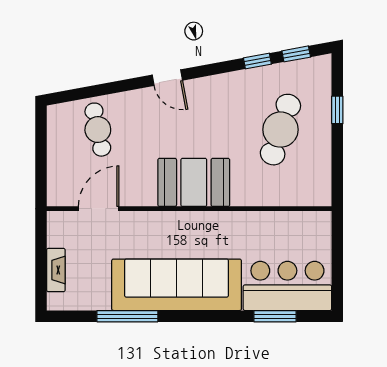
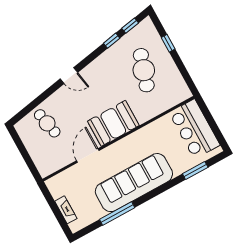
door: (99, 209) -> (88, 156), moved
bar counter: (287, 286) -> (194, 129), moved, turned -90

